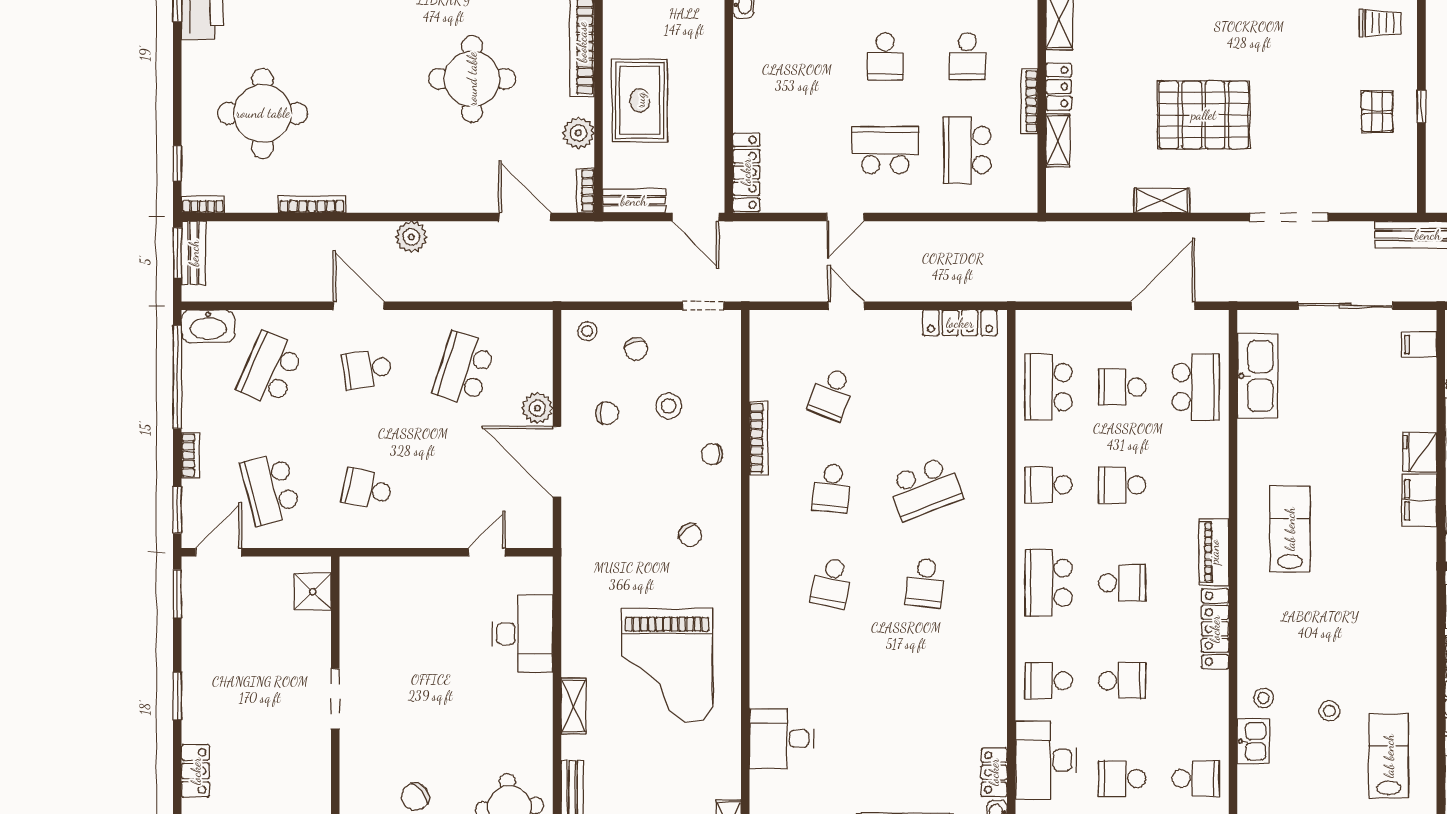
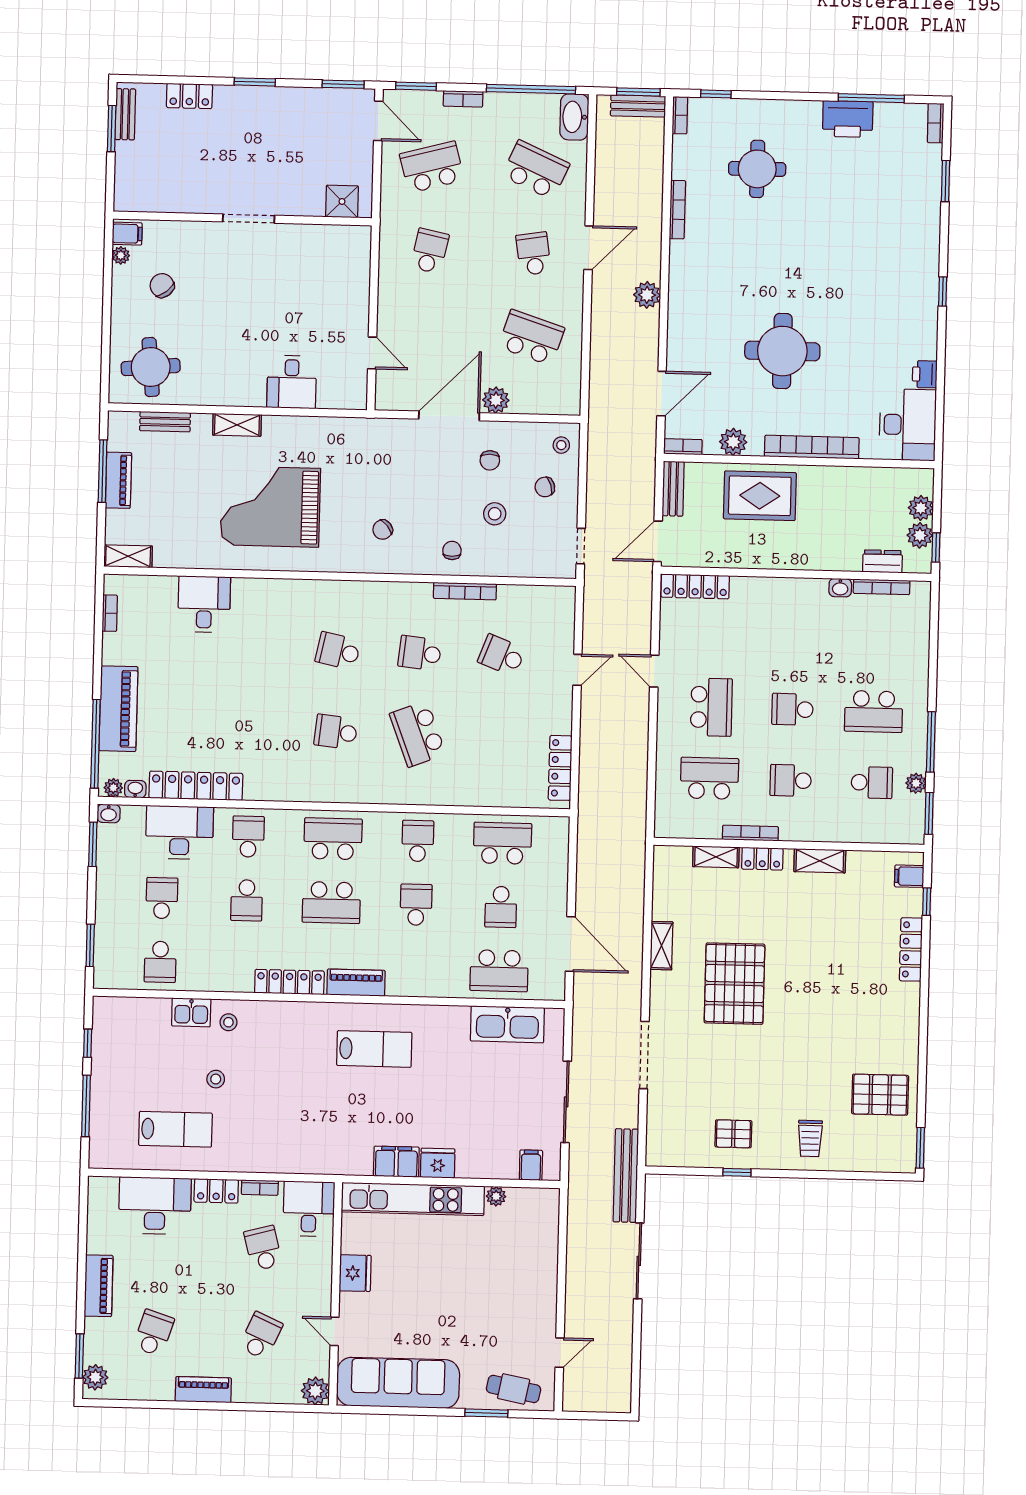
round table: (263, 113) -> (757, 169), width x0.73, depth x0.73
school desk: (1122, 387) -> (501, 907), turned 180
school desk: (1122, 583) -> (331, 902), width x1.85
desk: (522, 634) -> (292, 382), width x0.73
locker: (994, 772) -> (196, 786), width x2.16, depth x1.21

